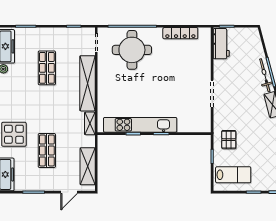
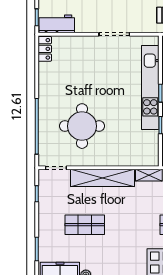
locker: (180, 33) -> (45, 49), moved, width x0.66
round table: (132, 50) -> (82, 126), moved
kitchen unit: (140, 125) -> (150, 87), moved

